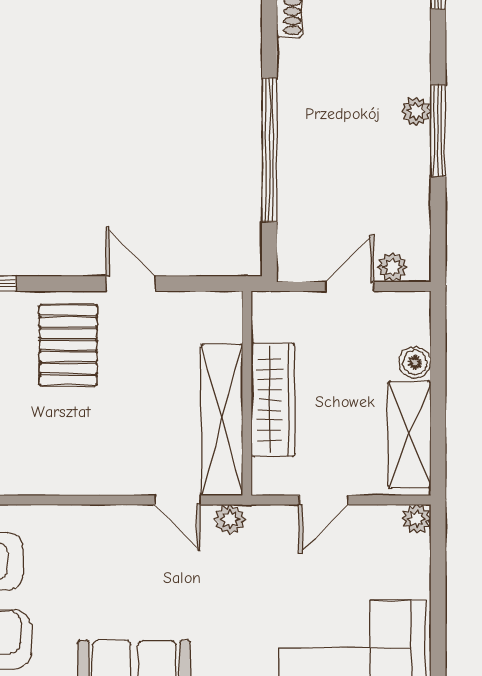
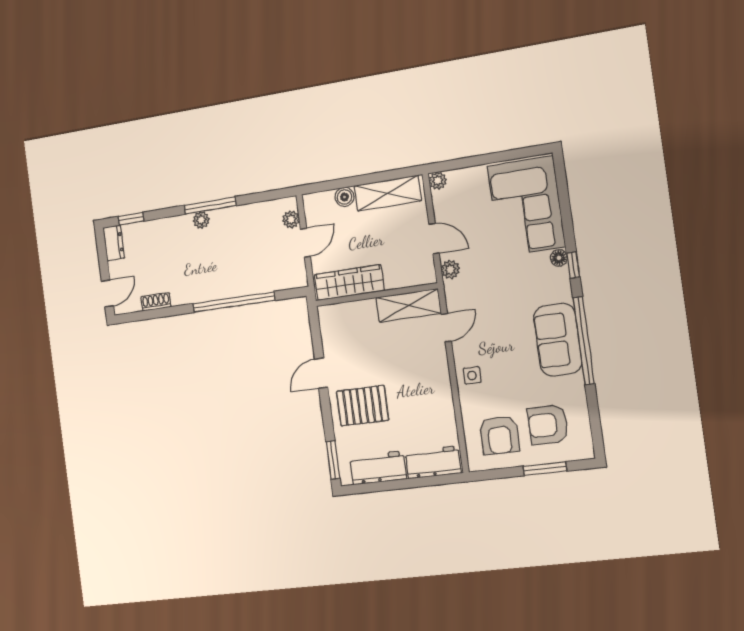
door: (350, 286) -> (305, 243), swing flipped
wardrobe: (273, 400) -> (349, 283), moved
shelving: (222, 420) -> (409, 305), width x0.68
plant: (230, 520) -> (450, 269), moved
side table: (95, 531) -> (472, 375), added

